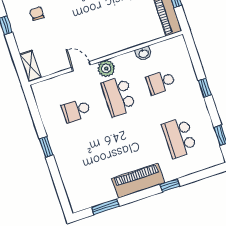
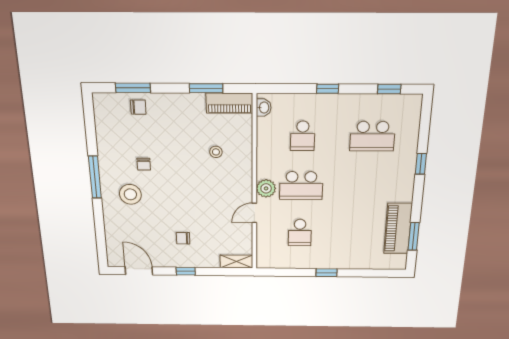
stool: (124, 18) -> (216, 152), added
washbasin: (143, 53) -> (264, 108), moved
piano: (138, 181) -> (398, 229), moved

